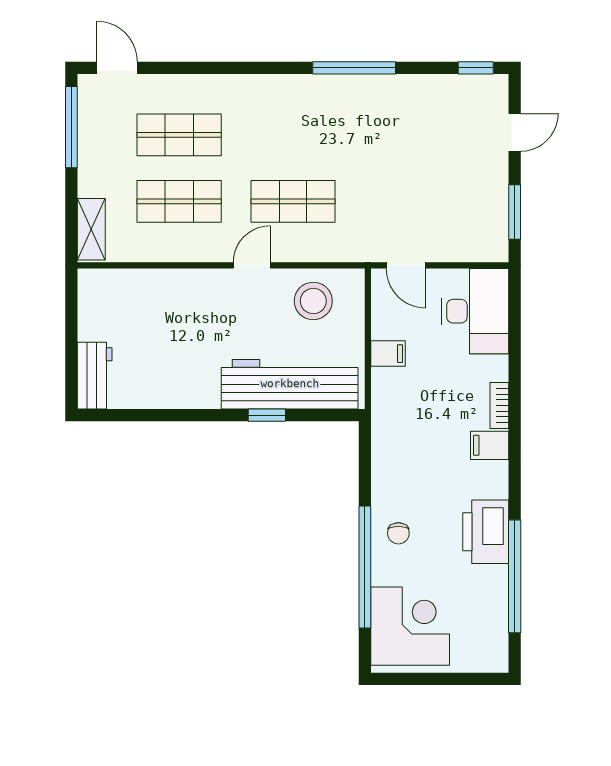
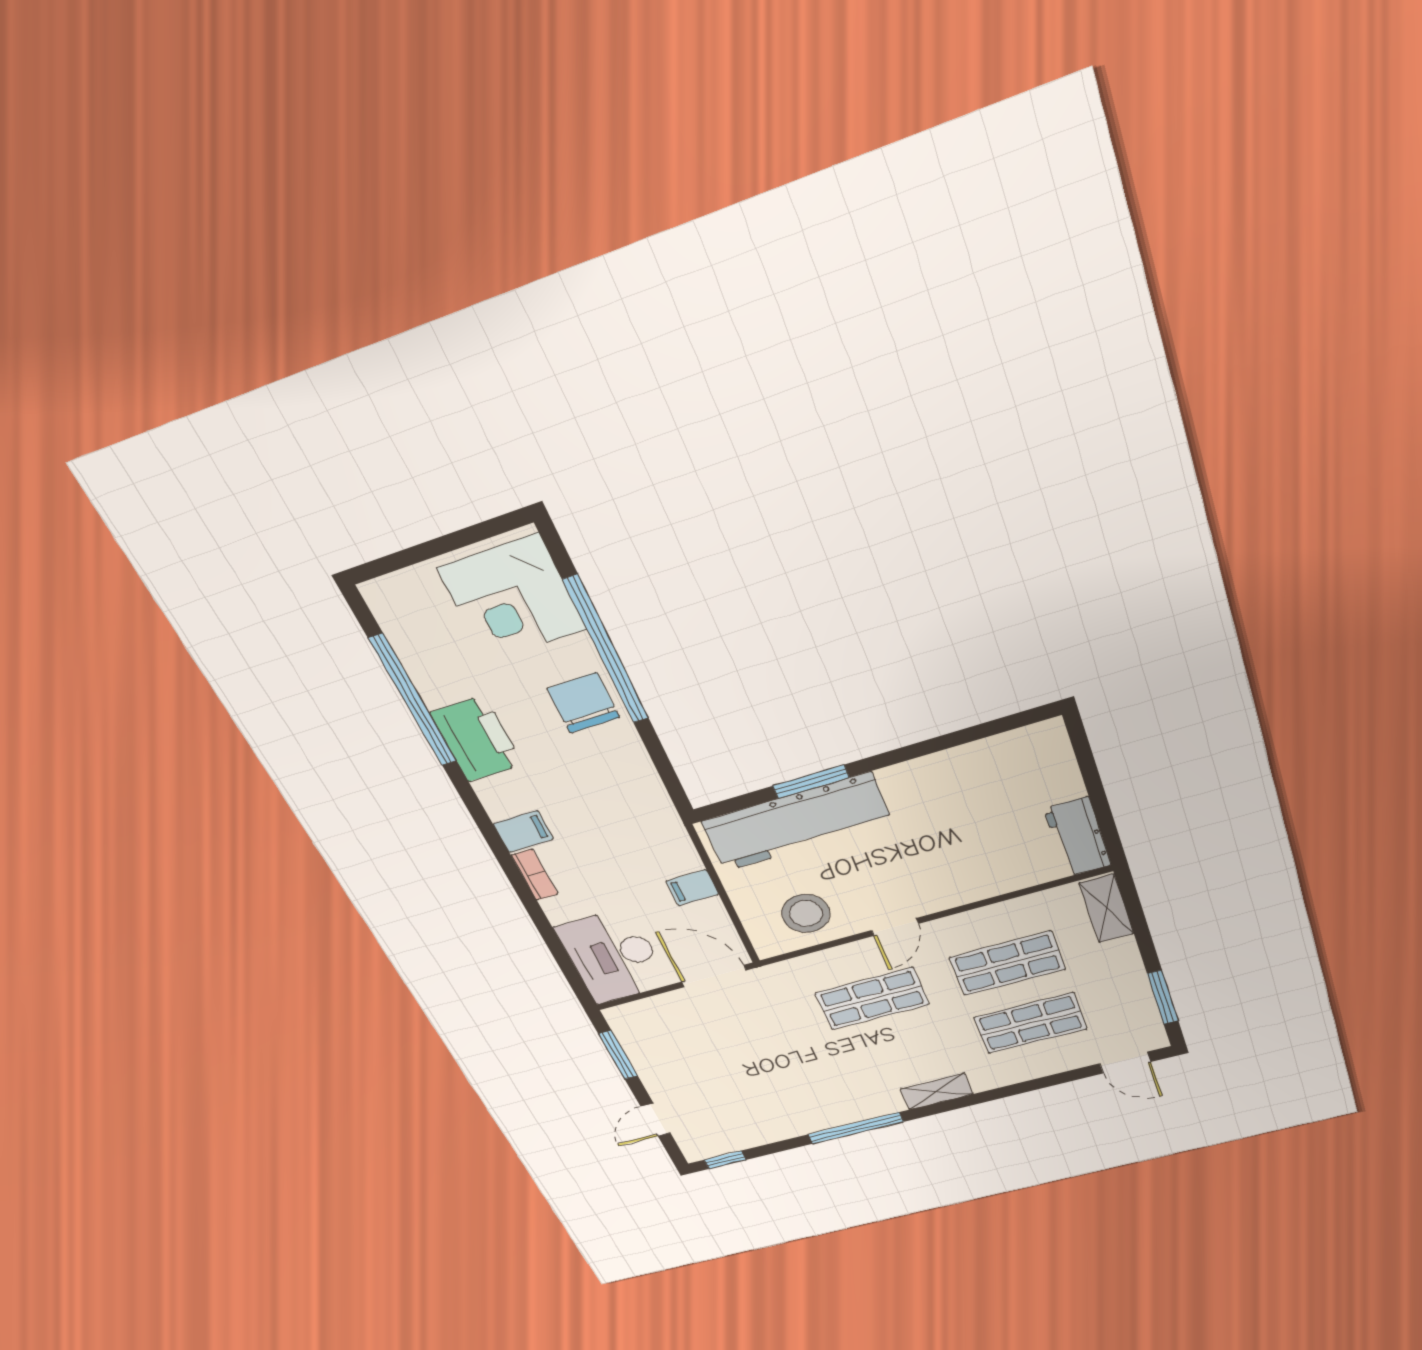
shelving: (275, 87) -> (937, 1092), added
window: (71, 127) -> (1163, 997), width x0.69
door: (406, 265) -> (714, 976), width x1.38
workbench: (95, 376) -> (1078, 837), moved
window: (267, 415) -> (811, 782), width x1.50
chair: (398, 533) -> (583, 703), width x1.87, depth x1.87

